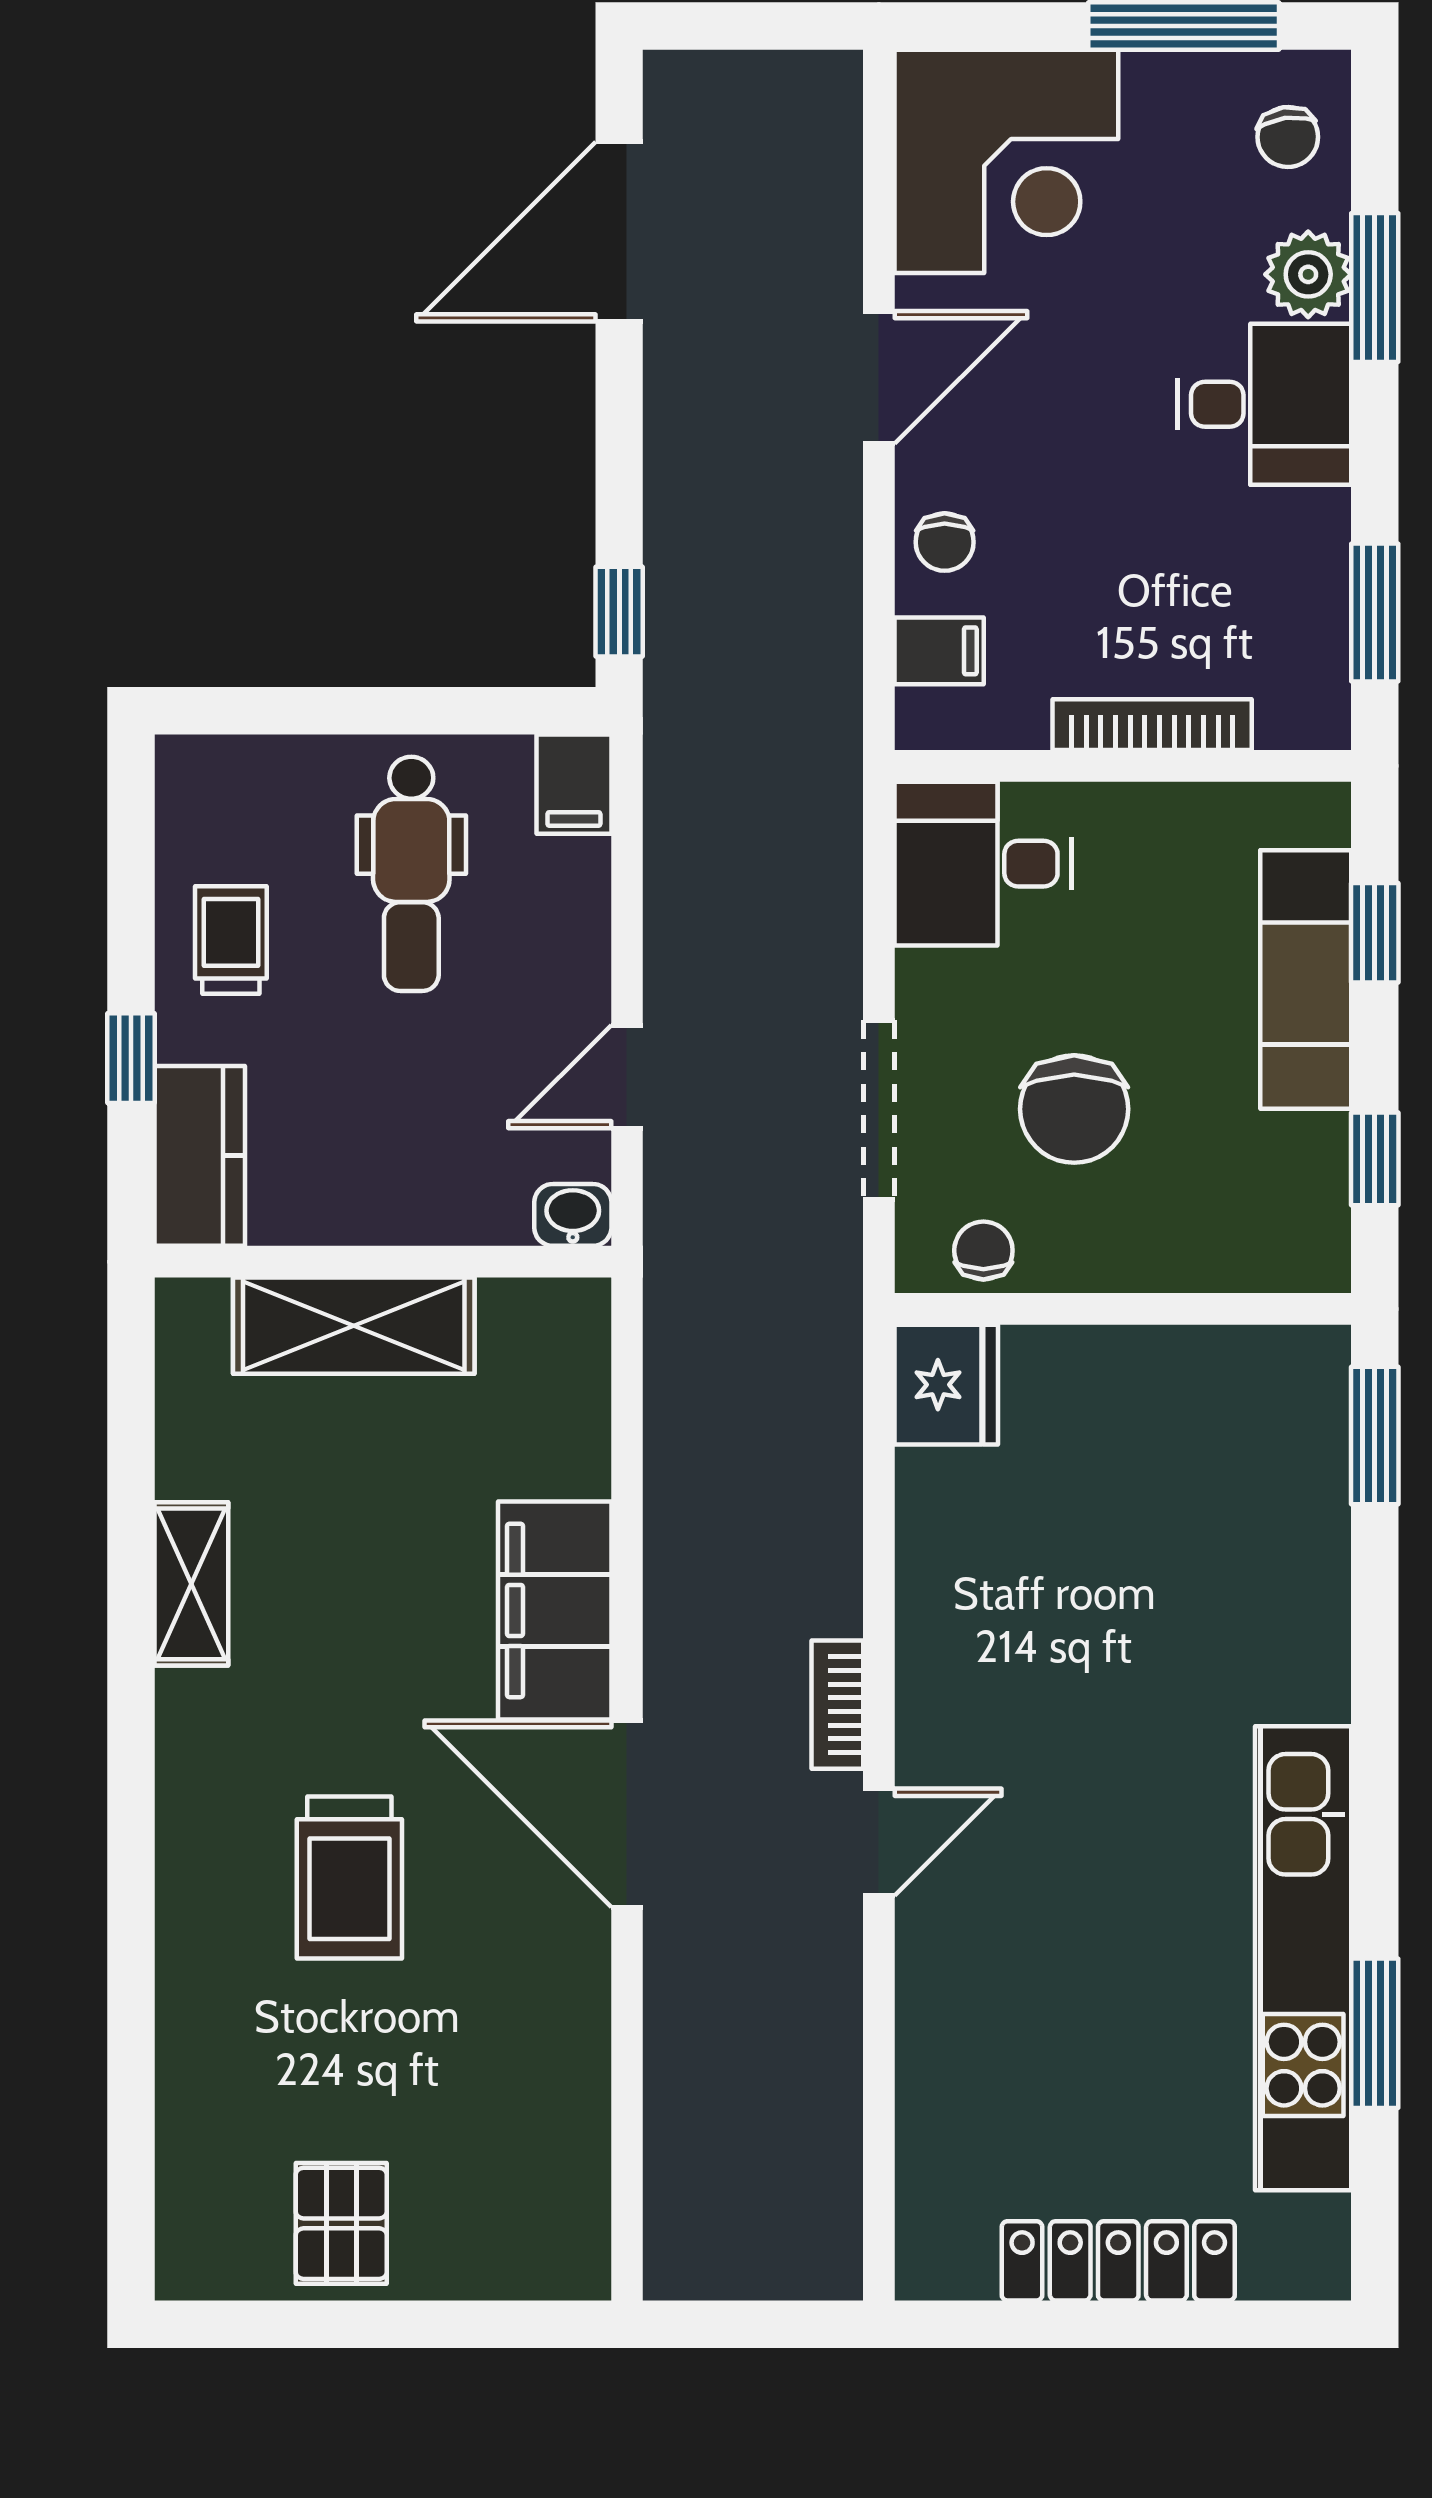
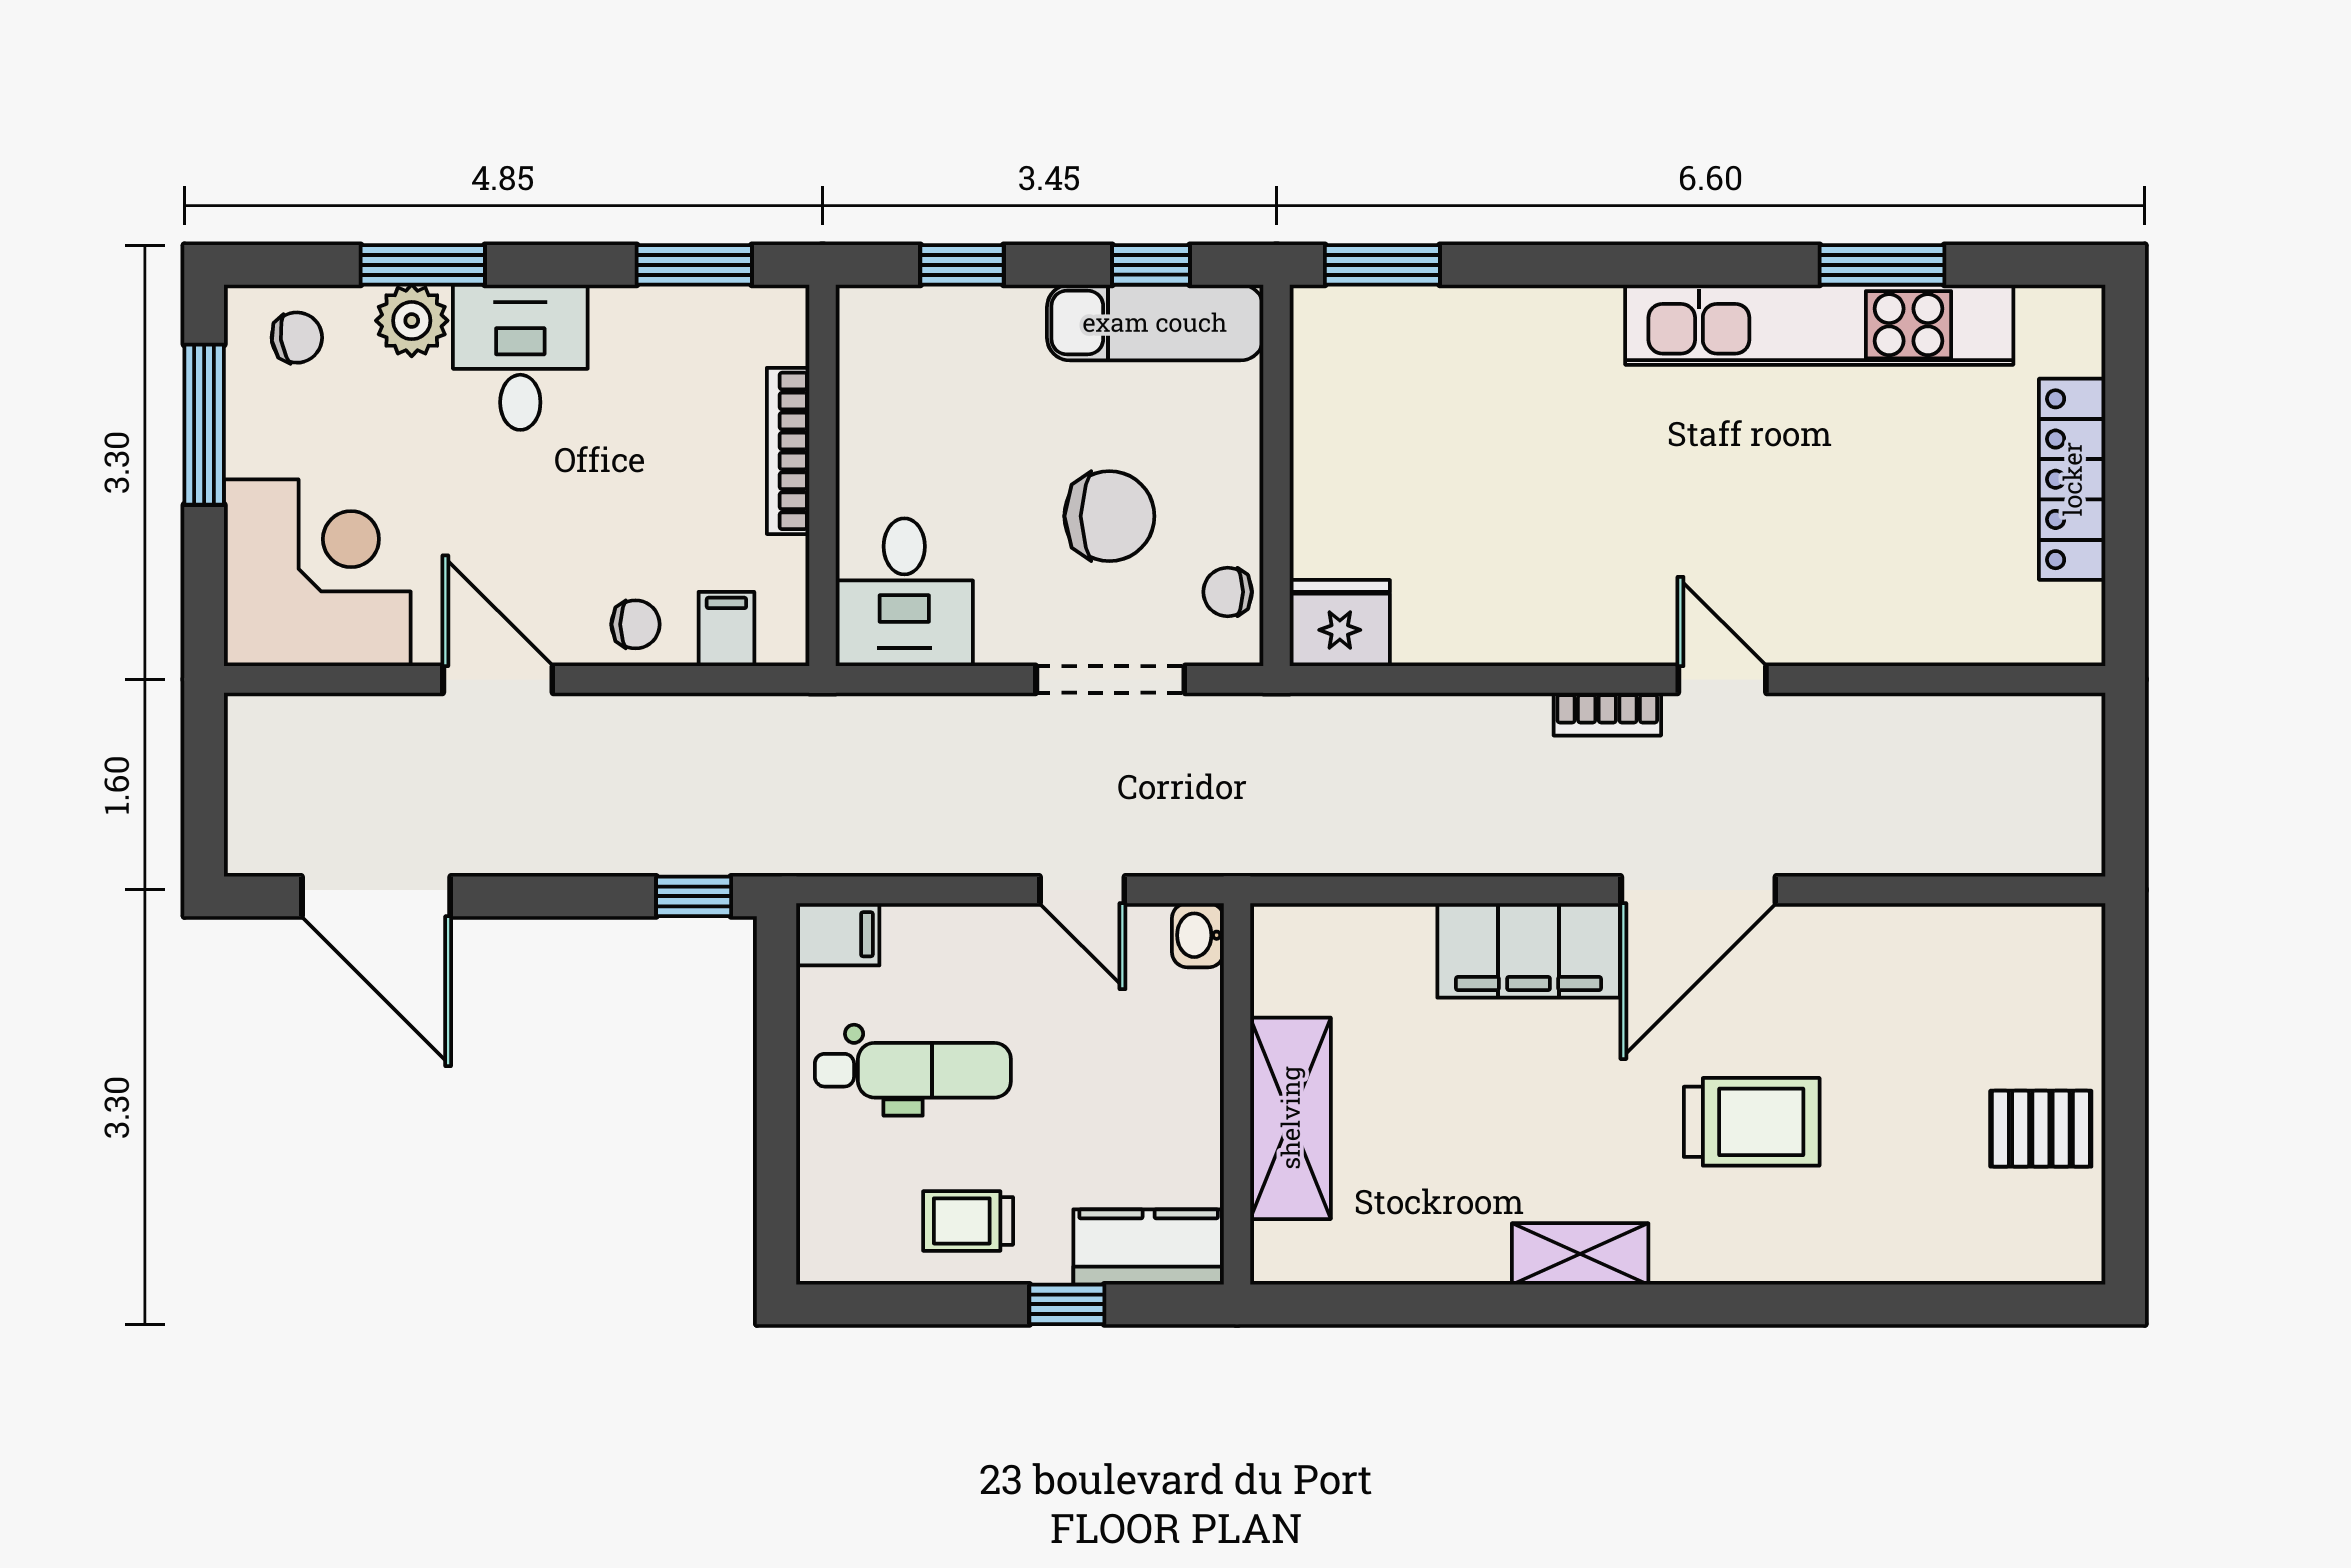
exam couch: (1306, 979) -> (1155, 322), moved
shelving: (191, 1584) -> (1580, 1254), moved

